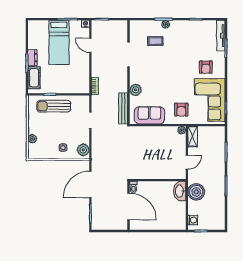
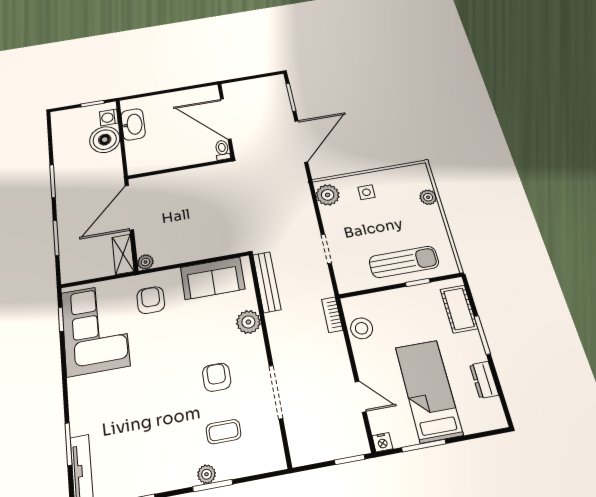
dresser: (32, 58) -> (484, 380), moved
armchair: (206, 67) -> (217, 377), moved
stool: (82, 77) -> (362, 328), added
door: (187, 162) -> (129, 208), width x1.87
washbasin: (180, 191) -> (133, 124), moved
boiler: (196, 192) -> (105, 140), moved

